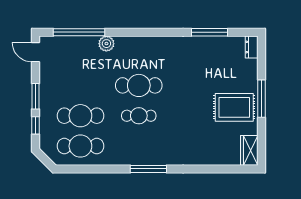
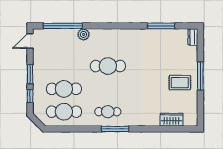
door: (35, 52) -> (30, 41), hinge flipped
rug: (234, 107) -> (180, 83), width x0.73, depth x0.70
cafe table: (139, 116) -> (108, 112), moved
wardrobe: (249, 150) -> (171, 120), moved, turned 90

